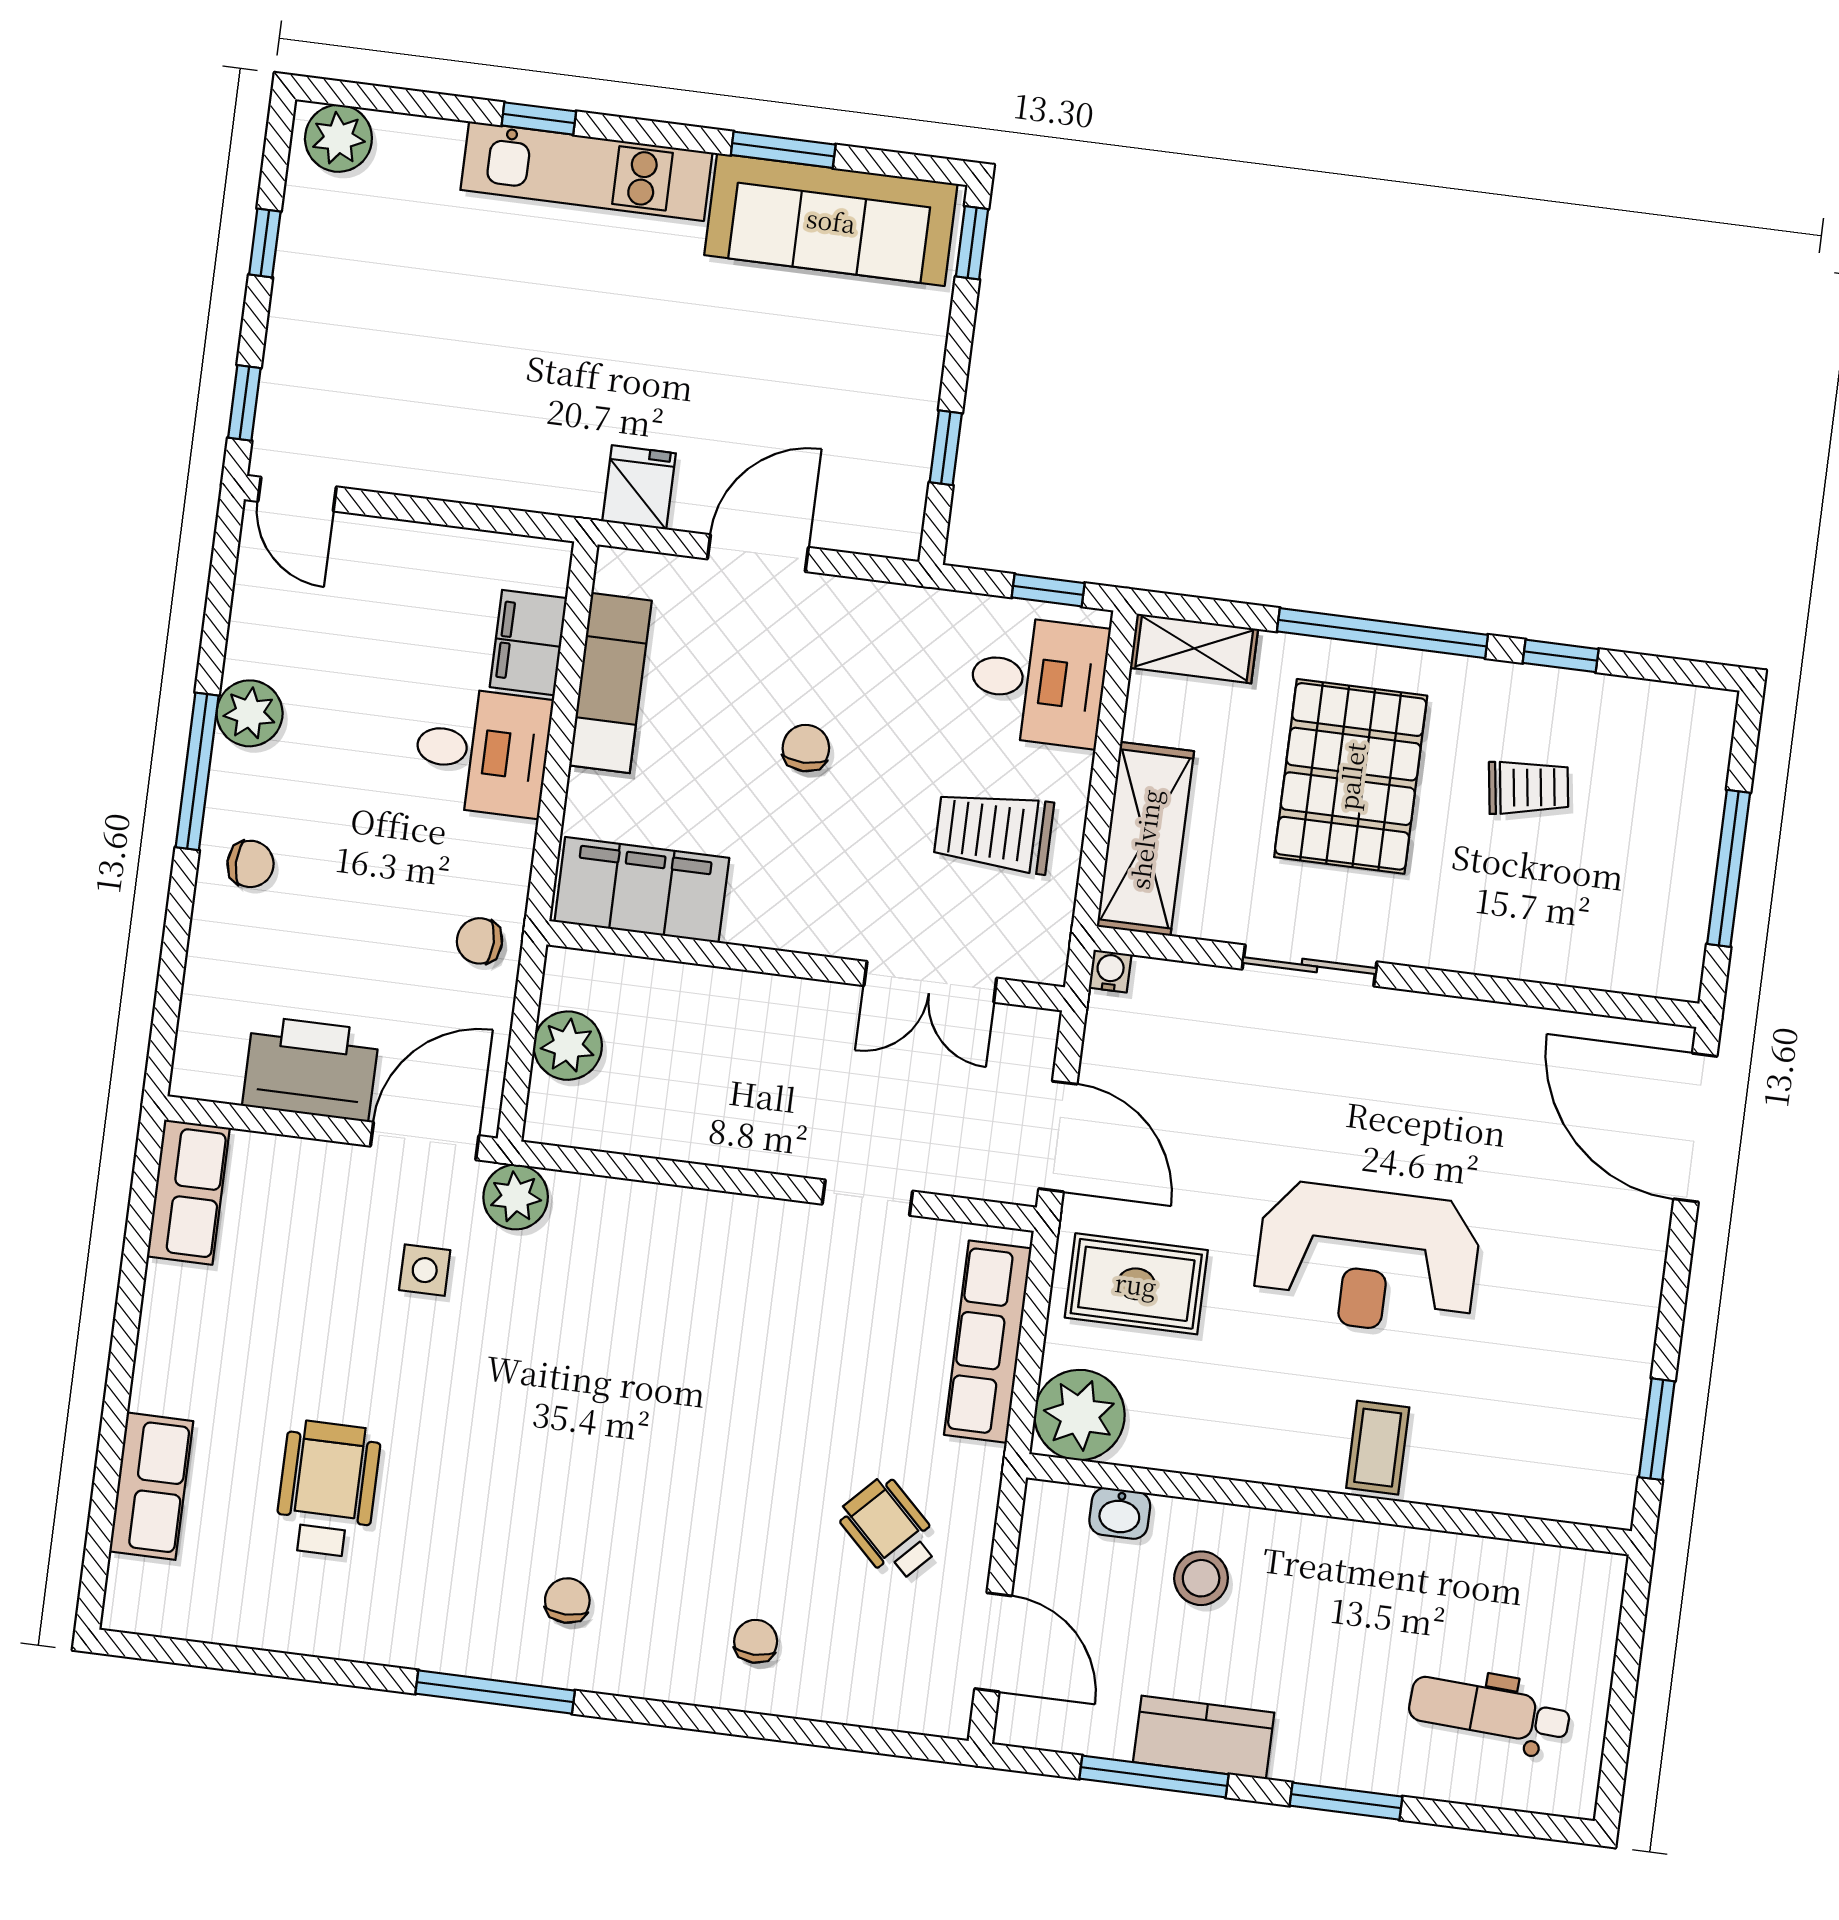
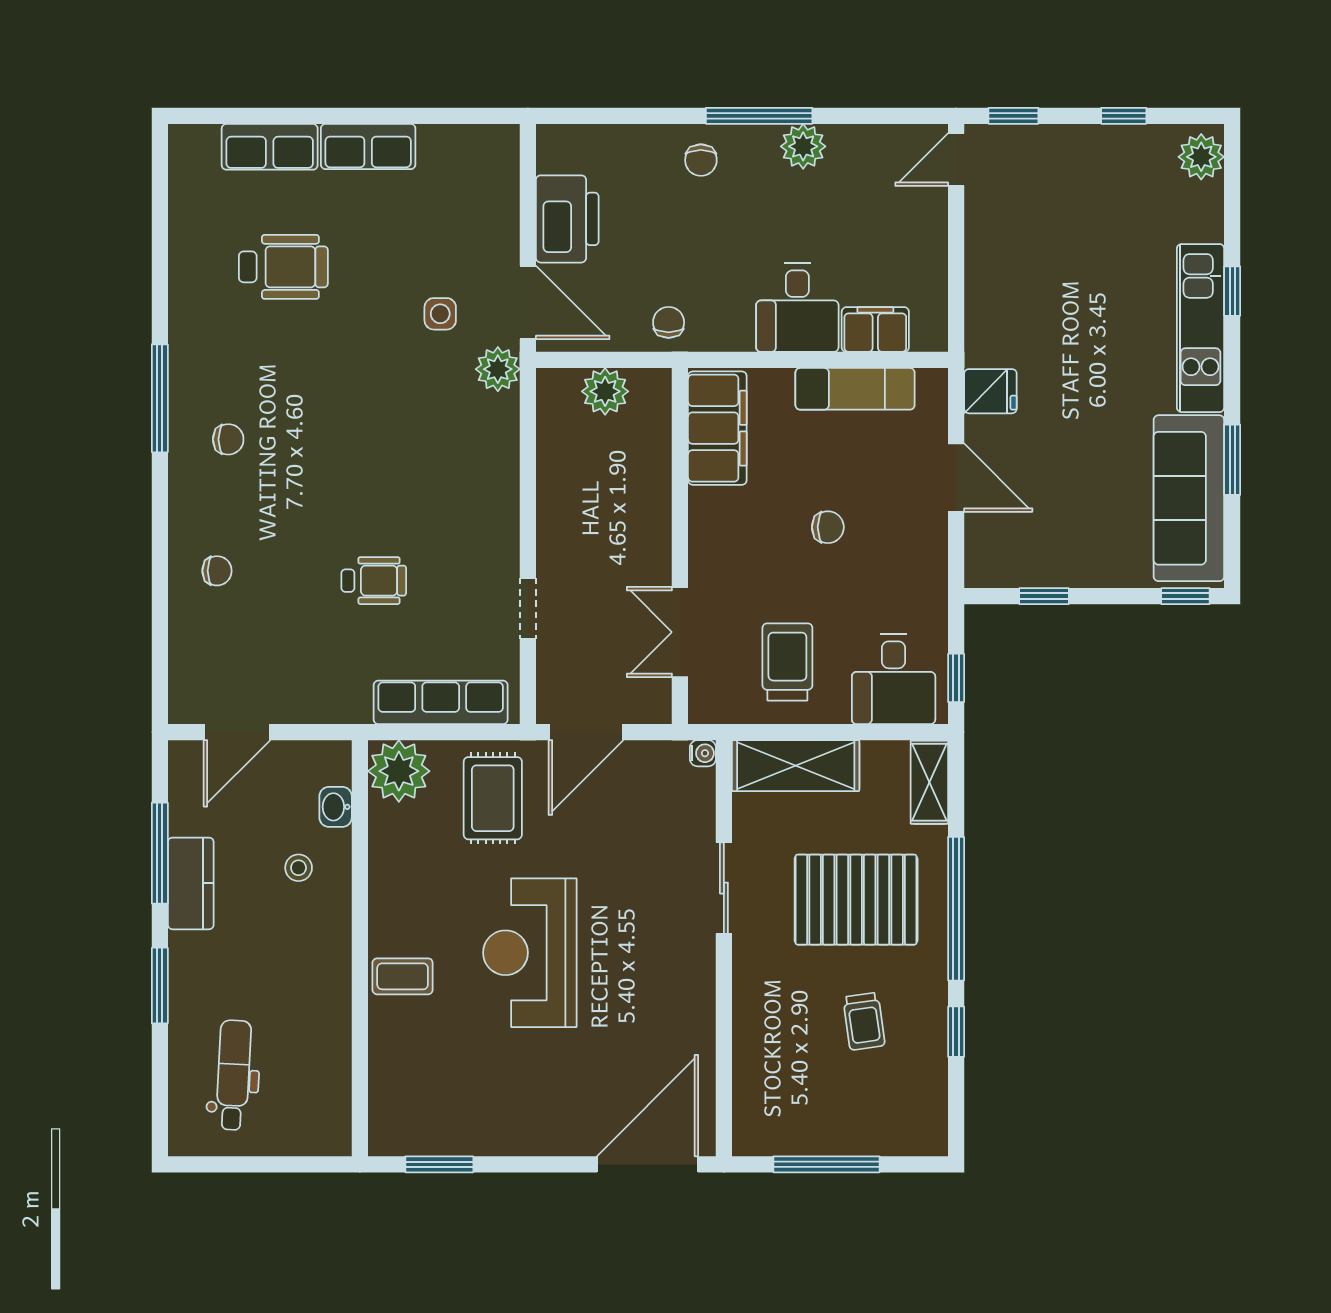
row of seats: (188, 1192) -> (368, 146), moved
wheelchair: (890, 1530) -> (374, 581), moved, turned 46
stool: (1201, 1578) -> (299, 868), width x0.73, depth x0.73

